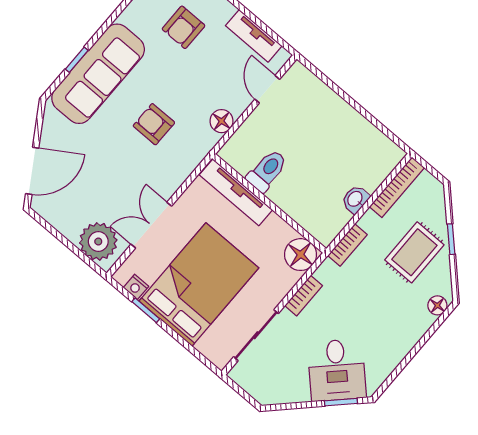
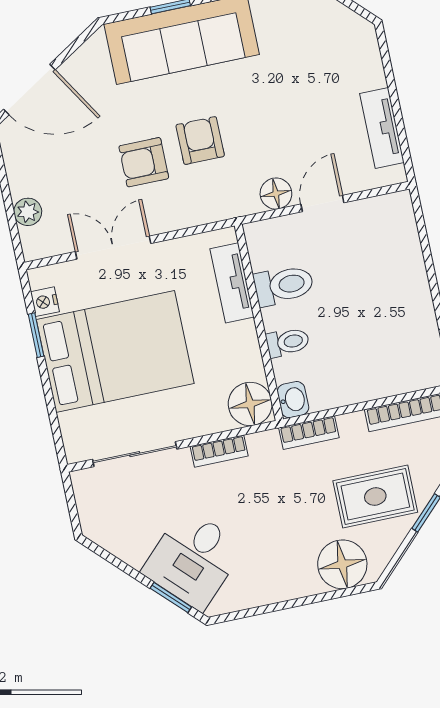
armchair: (183, 27) -> (144, 162), moved
door: (267, 89) -> (322, 203), moved
tv unit: (236, 192) -> (232, 283), width x0.71
washbasin: (355, 199) -> (293, 400), moved, turned 90
toilet: (295, 202) -> (288, 342), added
plant: (98, 241) -> (28, 212), width x0.53, depth x0.53
floor lamp: (437, 305) -> (342, 564), width x1.89, depth x1.89

